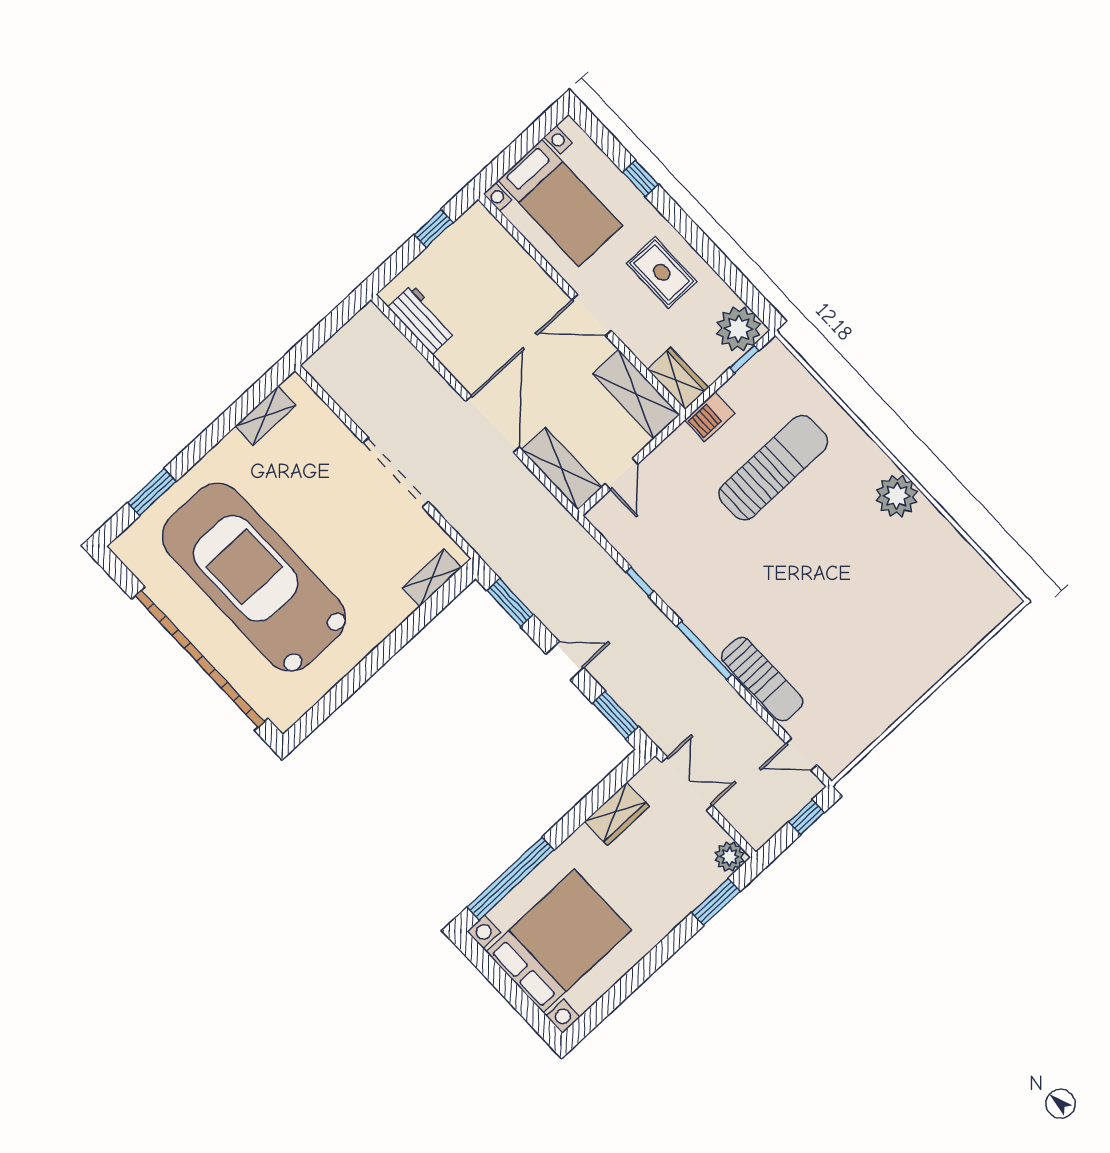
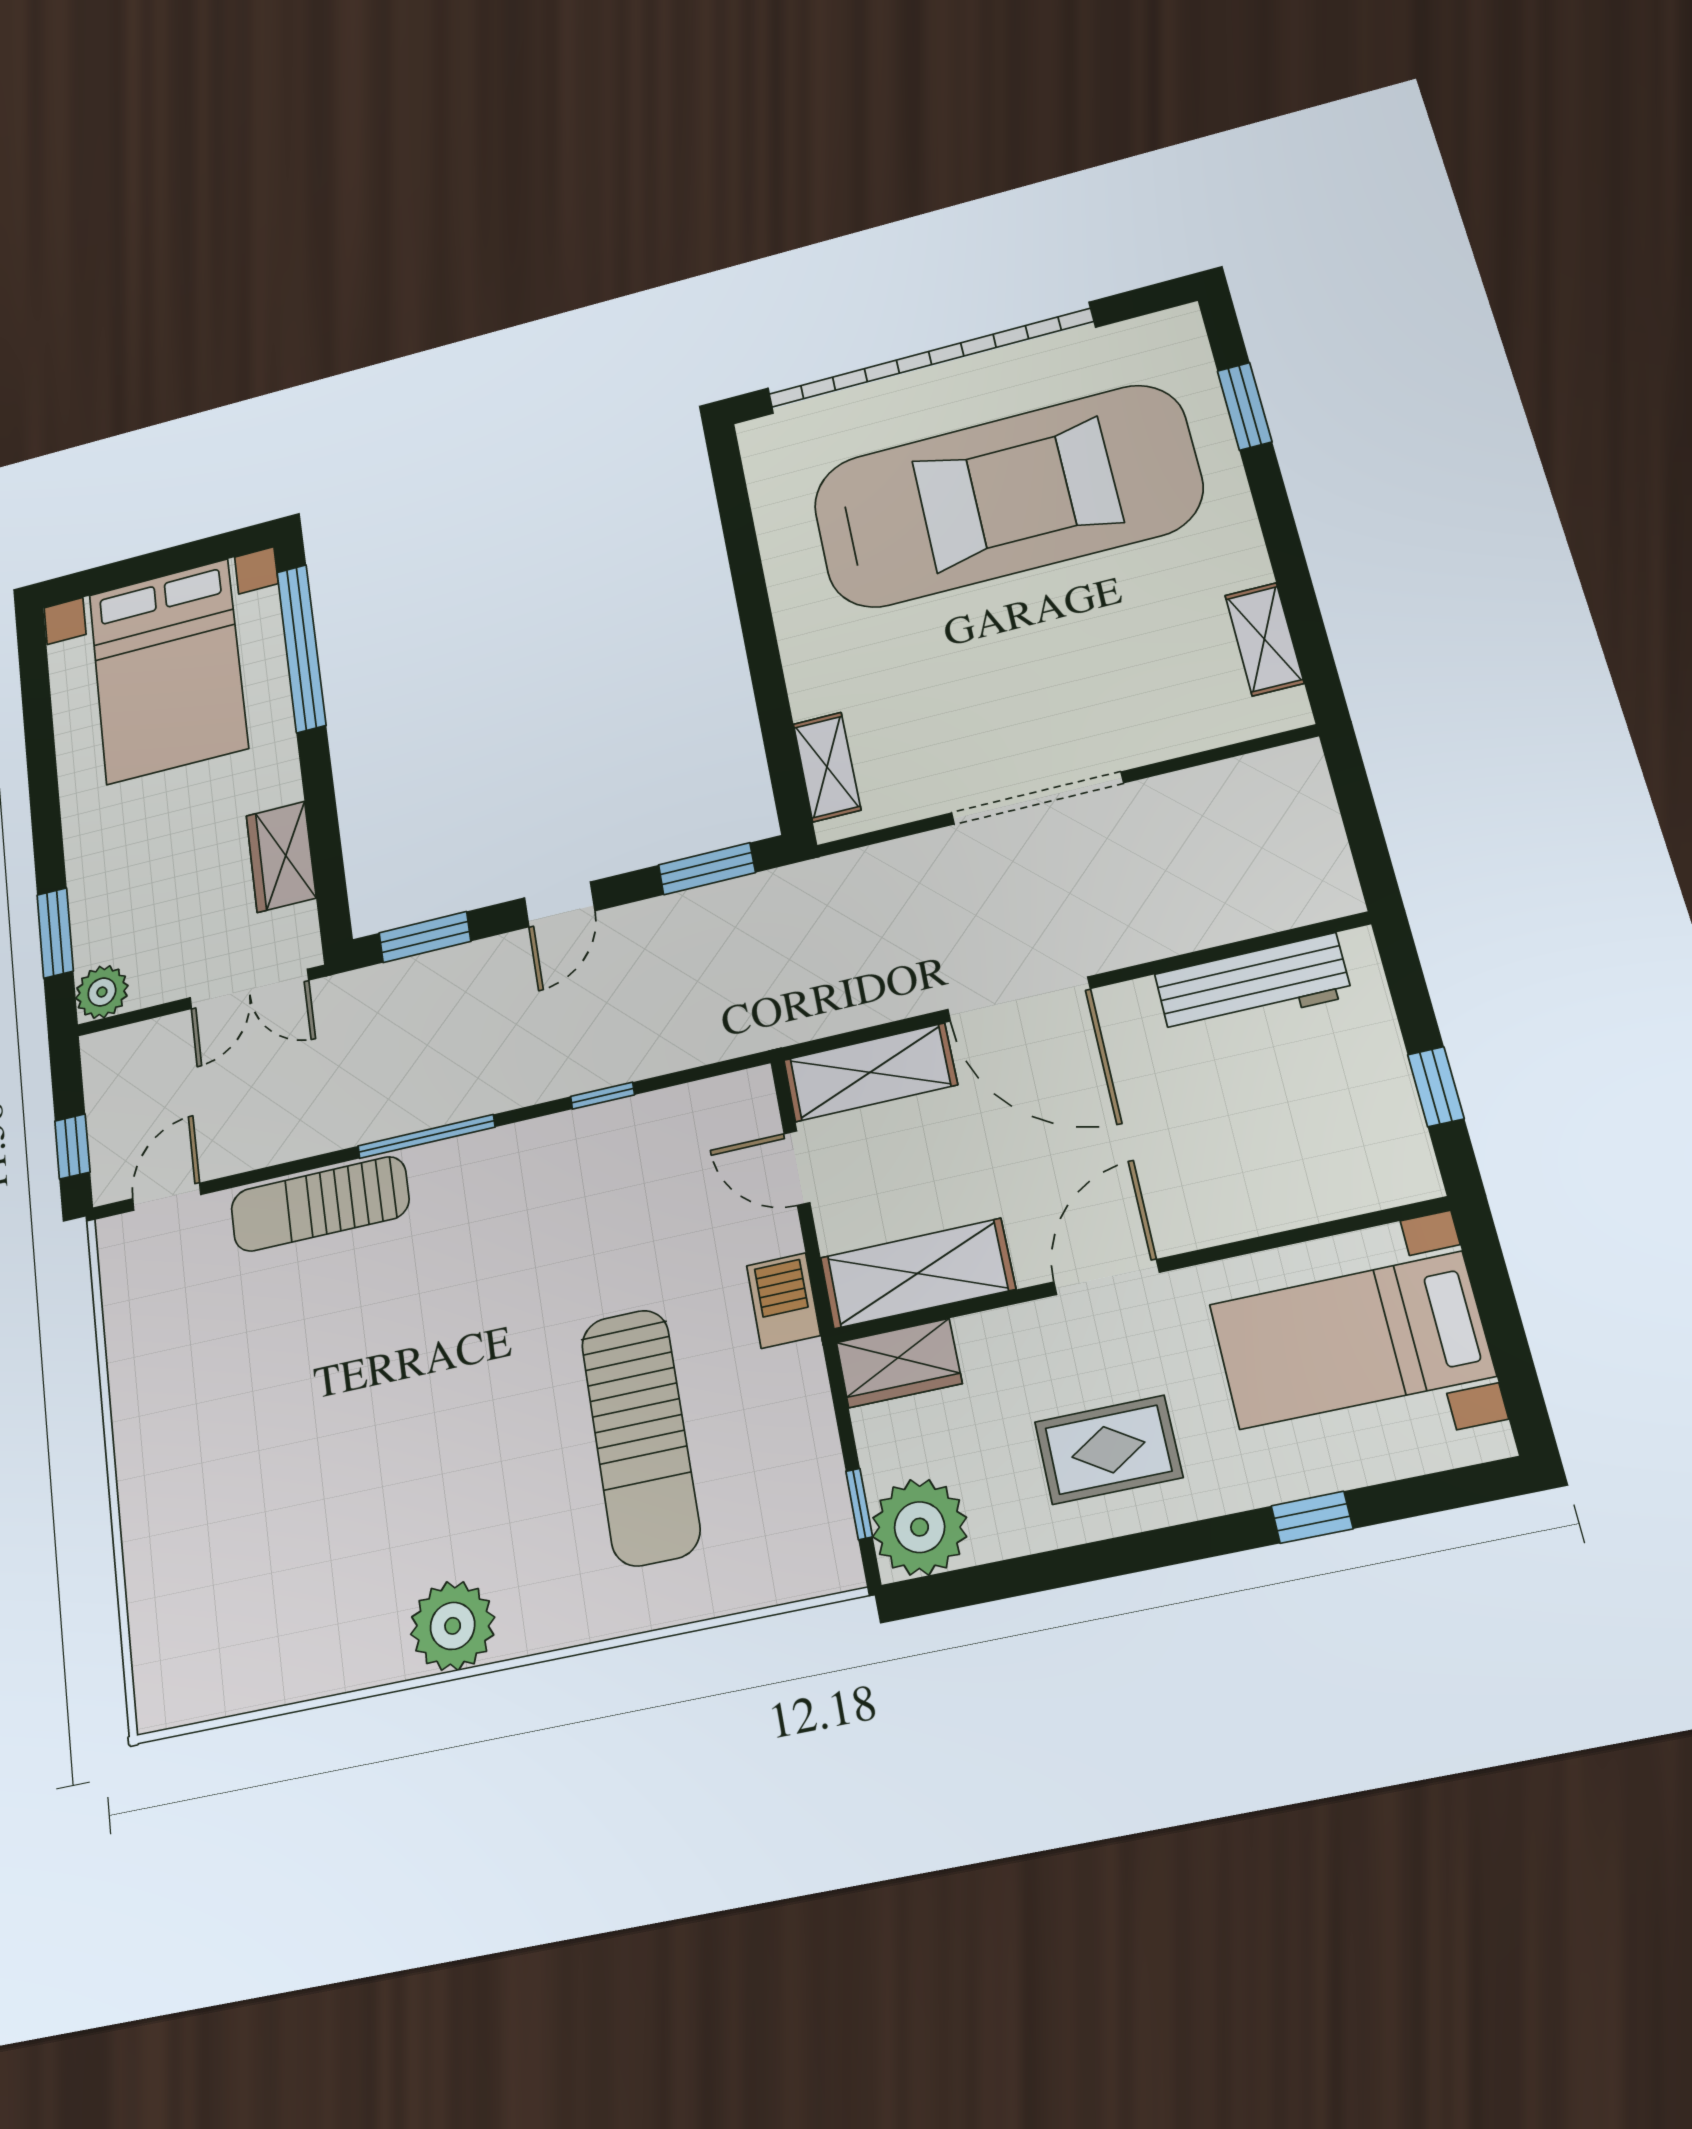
workbench: (422, 319) -> (1253, 985), width x1.38
barbecue: (710, 417) -> (783, 1301), moved

